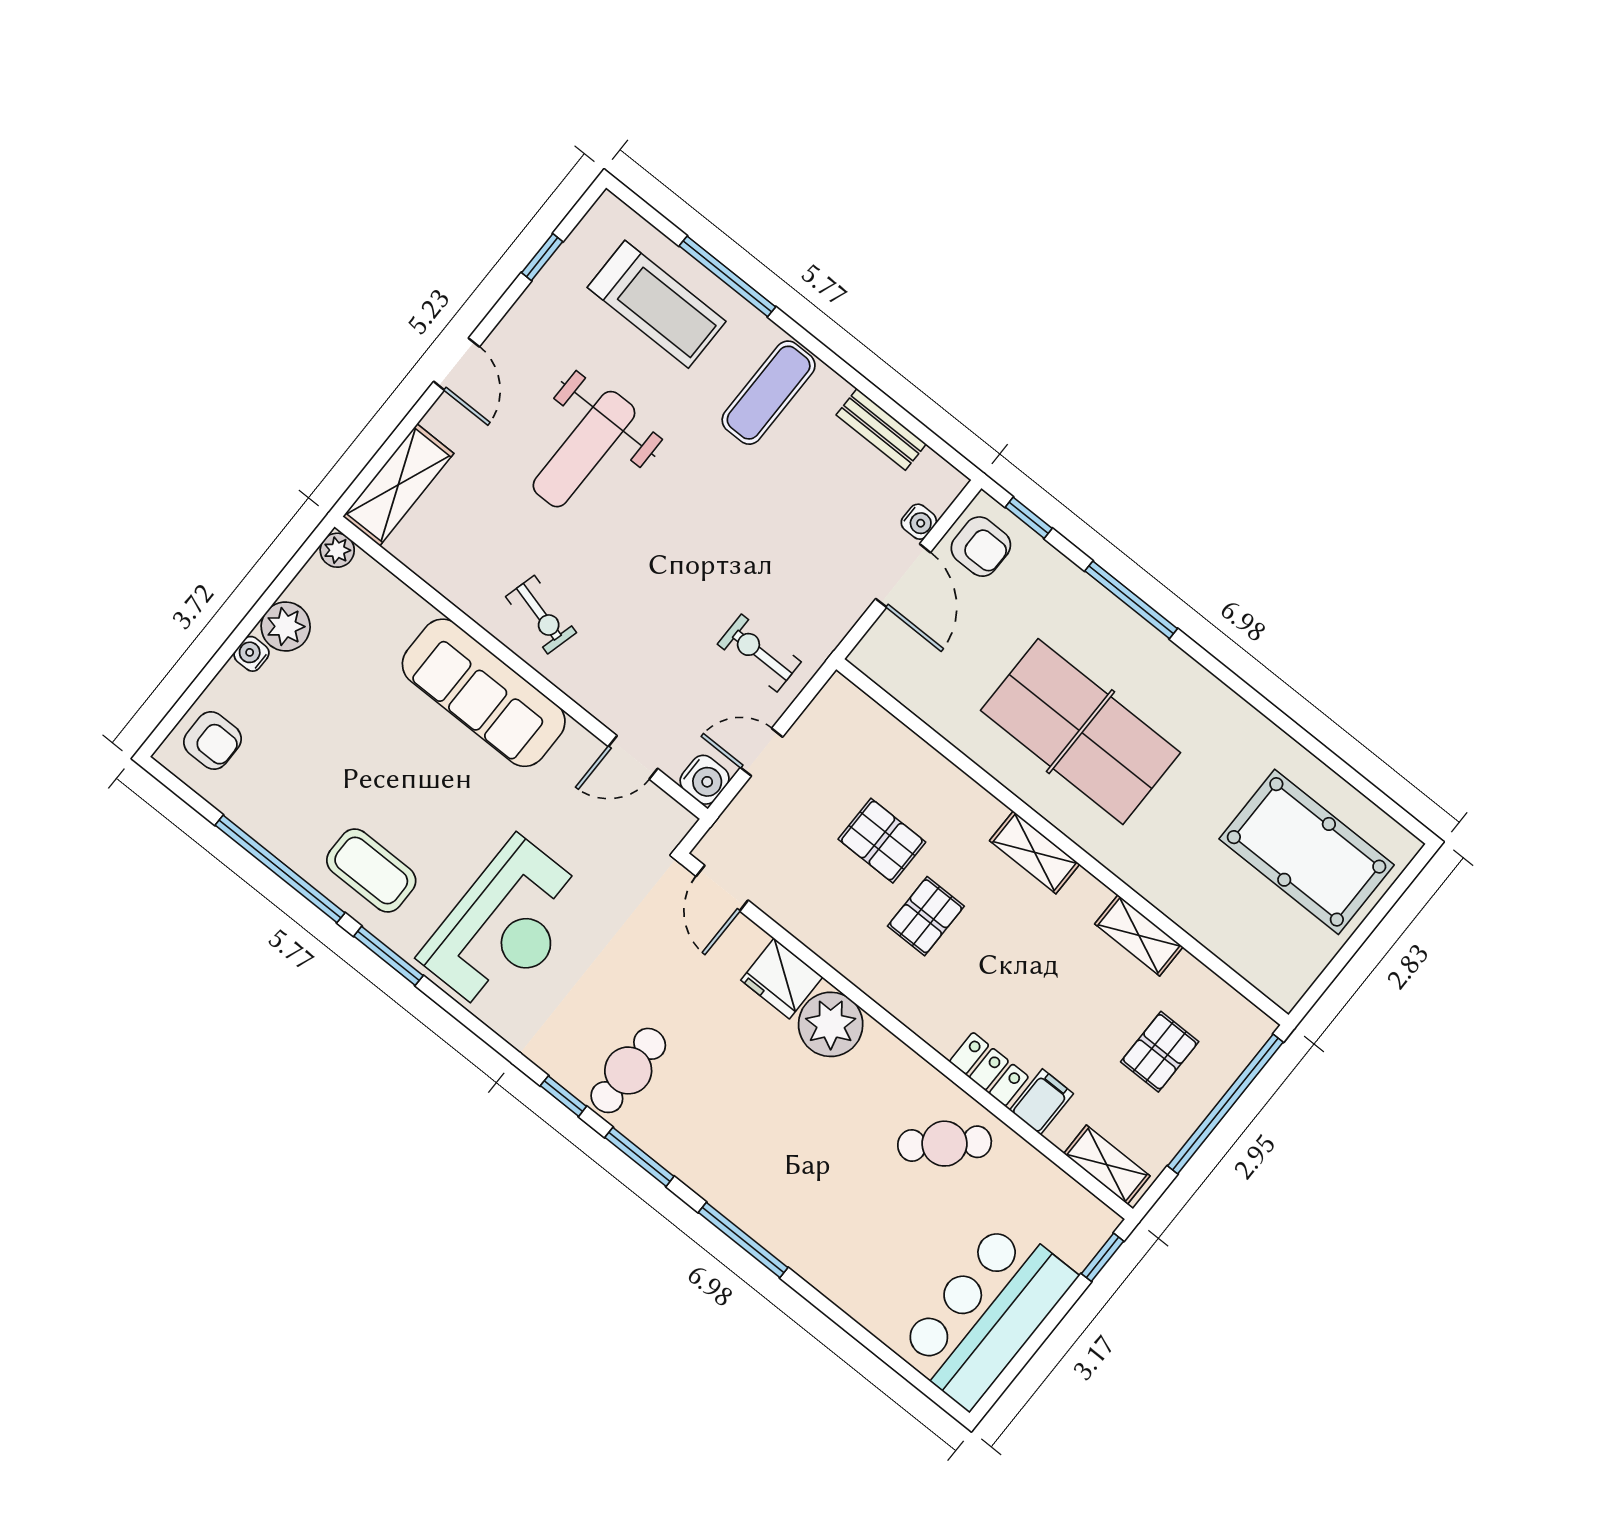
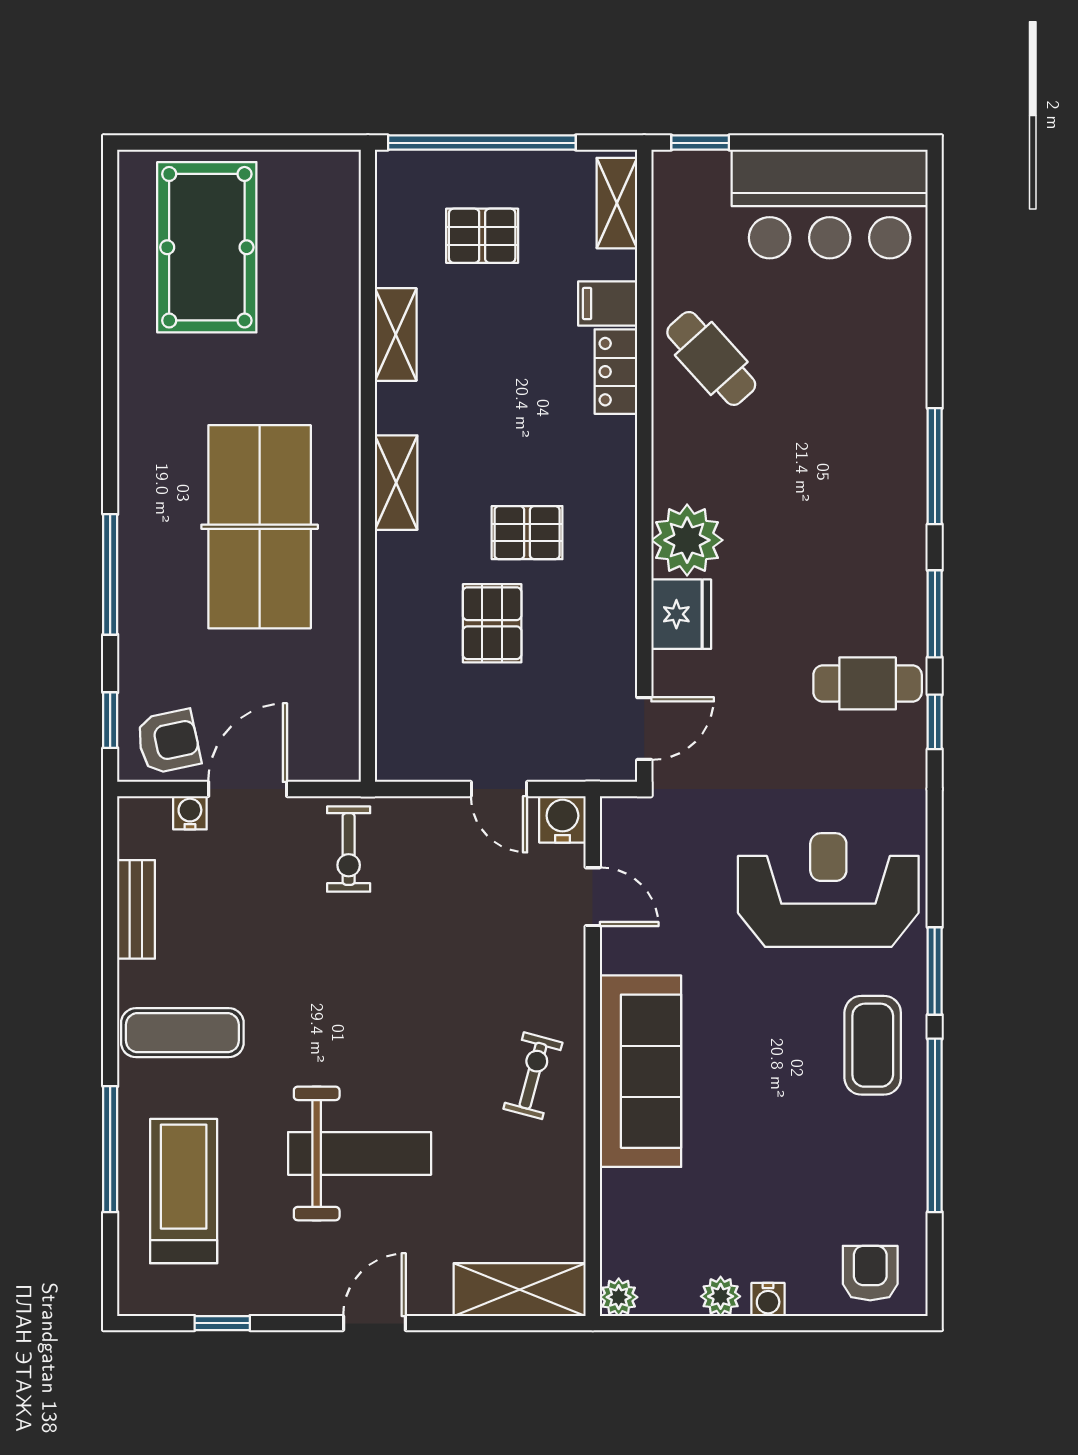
armchair: (981, 547) -> (168, 742), turned 78
plant: (286, 626) -> (721, 1296), width x0.73, depth x0.73
exercise bike: (759, 653) -> (349, 849), moved

